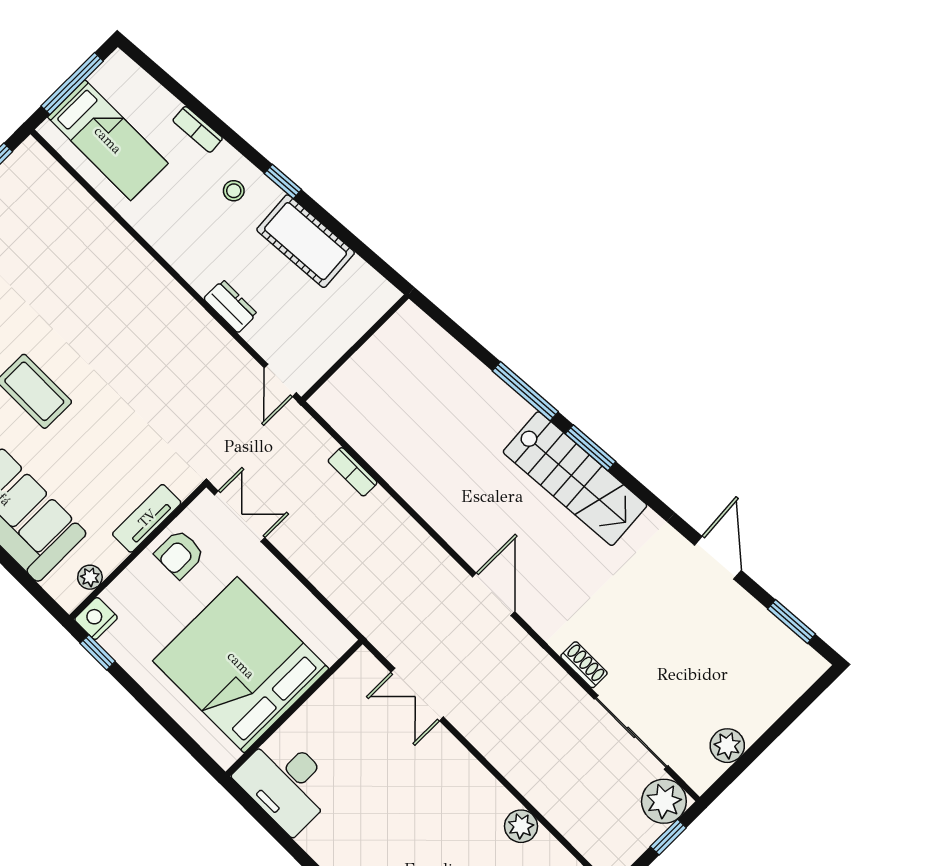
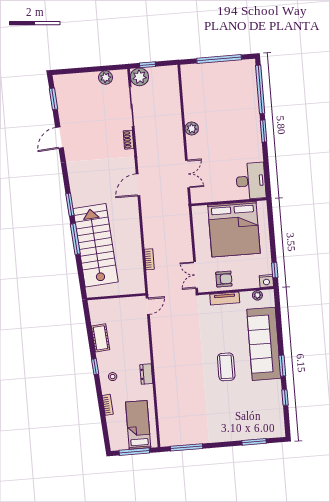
cot: (306, 241) -> (100, 338), width x0.73, depth x0.75
dresser: (230, 306) -> (146, 374), moved
stairs: (575, 479) -> (96, 245), moved, width x1.36, depth x1.51
plant: (521, 826) -> (192, 129), moved

